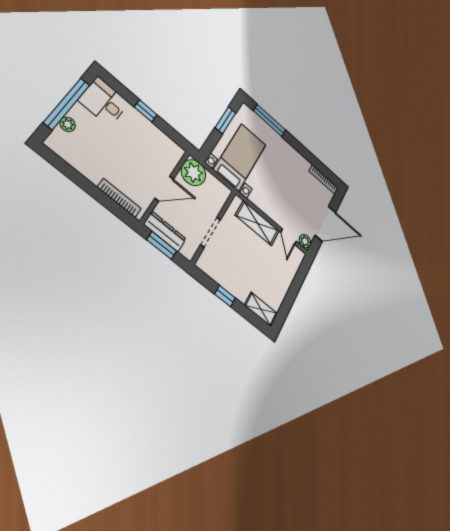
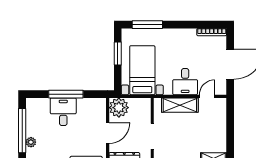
desk: (104, 102) -> (63, 112), moved, turned 90
window: (146, 111) -> (66, 94), width x2.17
desk: (275, 204) -> (185, 82), added
door: (289, 237) -> (207, 96), swing flipped
plant: (305, 241) -> (221, 90), removed

